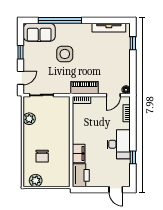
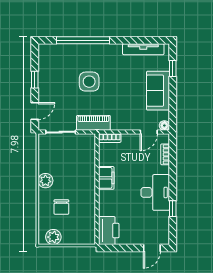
sofa: (39, 32) -> (158, 91), moved, turned 90
piano: (84, 88) -> (93, 123), moved
plant: (29, 119) -> (45, 181), moved
filing cabinet: (79, 154) -> (106, 178), moved
door: (116, 190) -> (152, 248), hinge flipped

